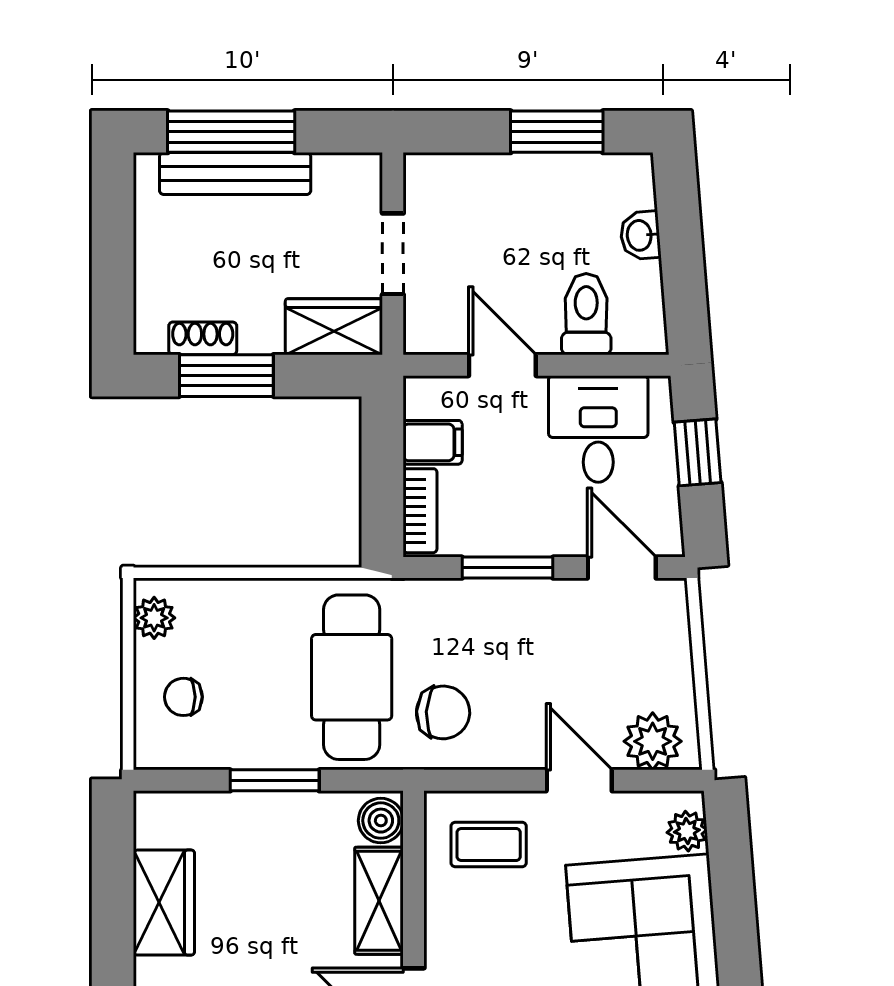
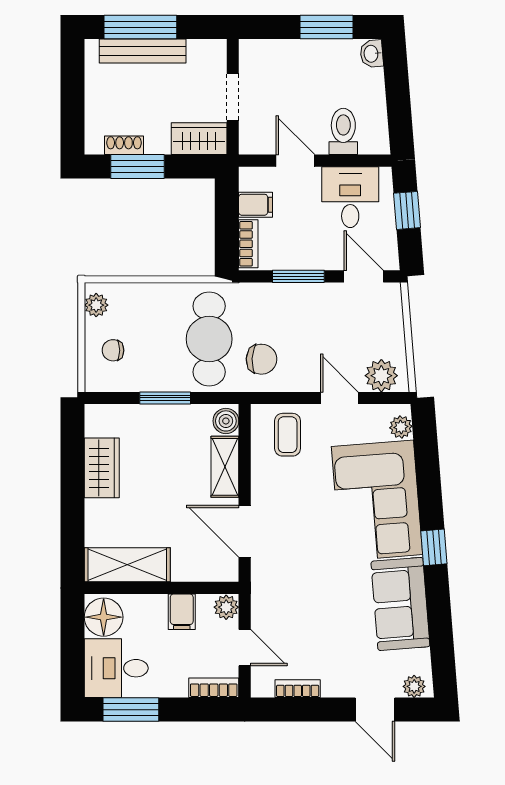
washbasin: (640, 235) -> (372, 54), moved
coffee table: (489, 845) -> (288, 435), turned 90

